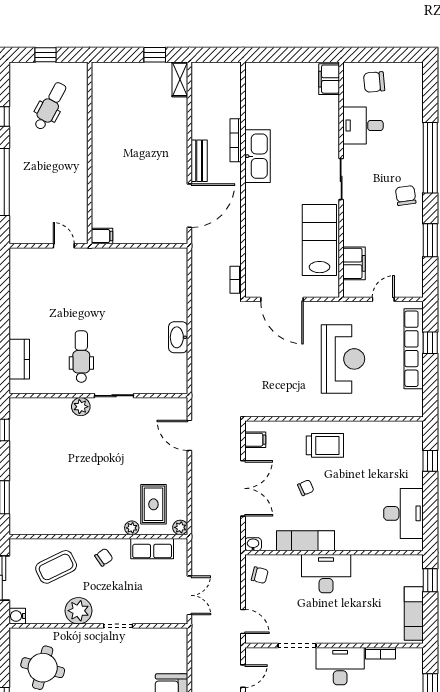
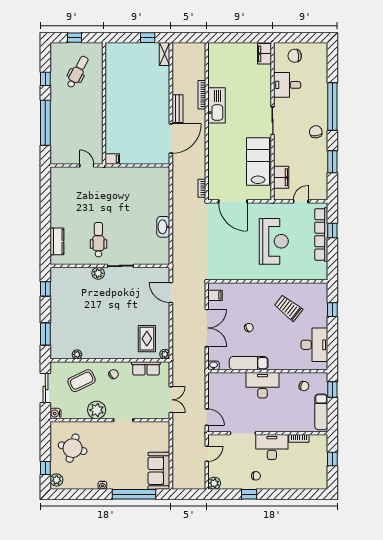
trolley: (325, 445) -> (288, 308), moved, turned -142
plant: (132, 528) -> (77, 354), moved
chair: (260, 575) -> (304, 386), moved

